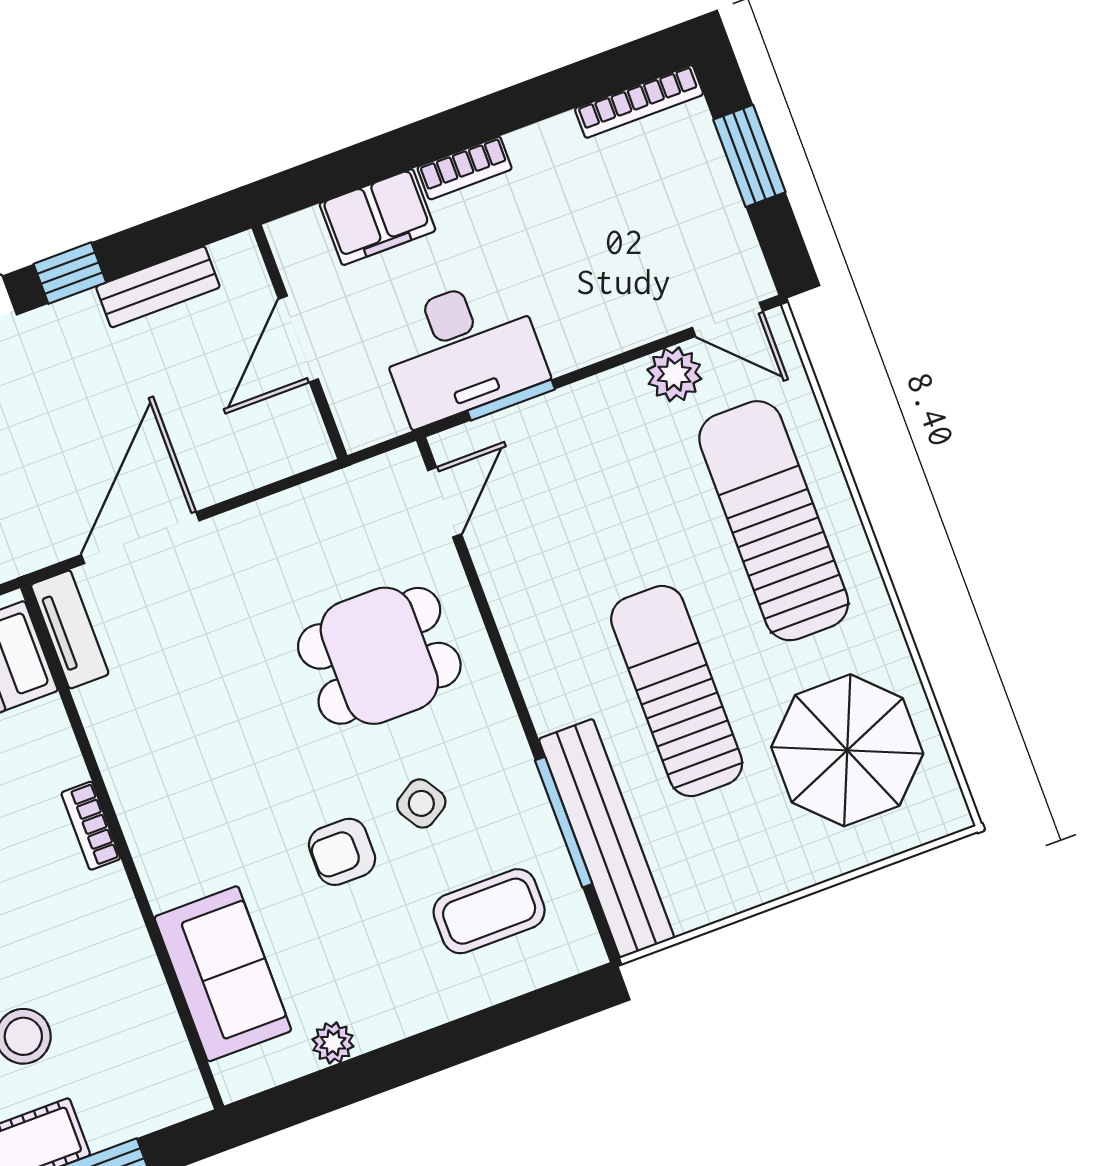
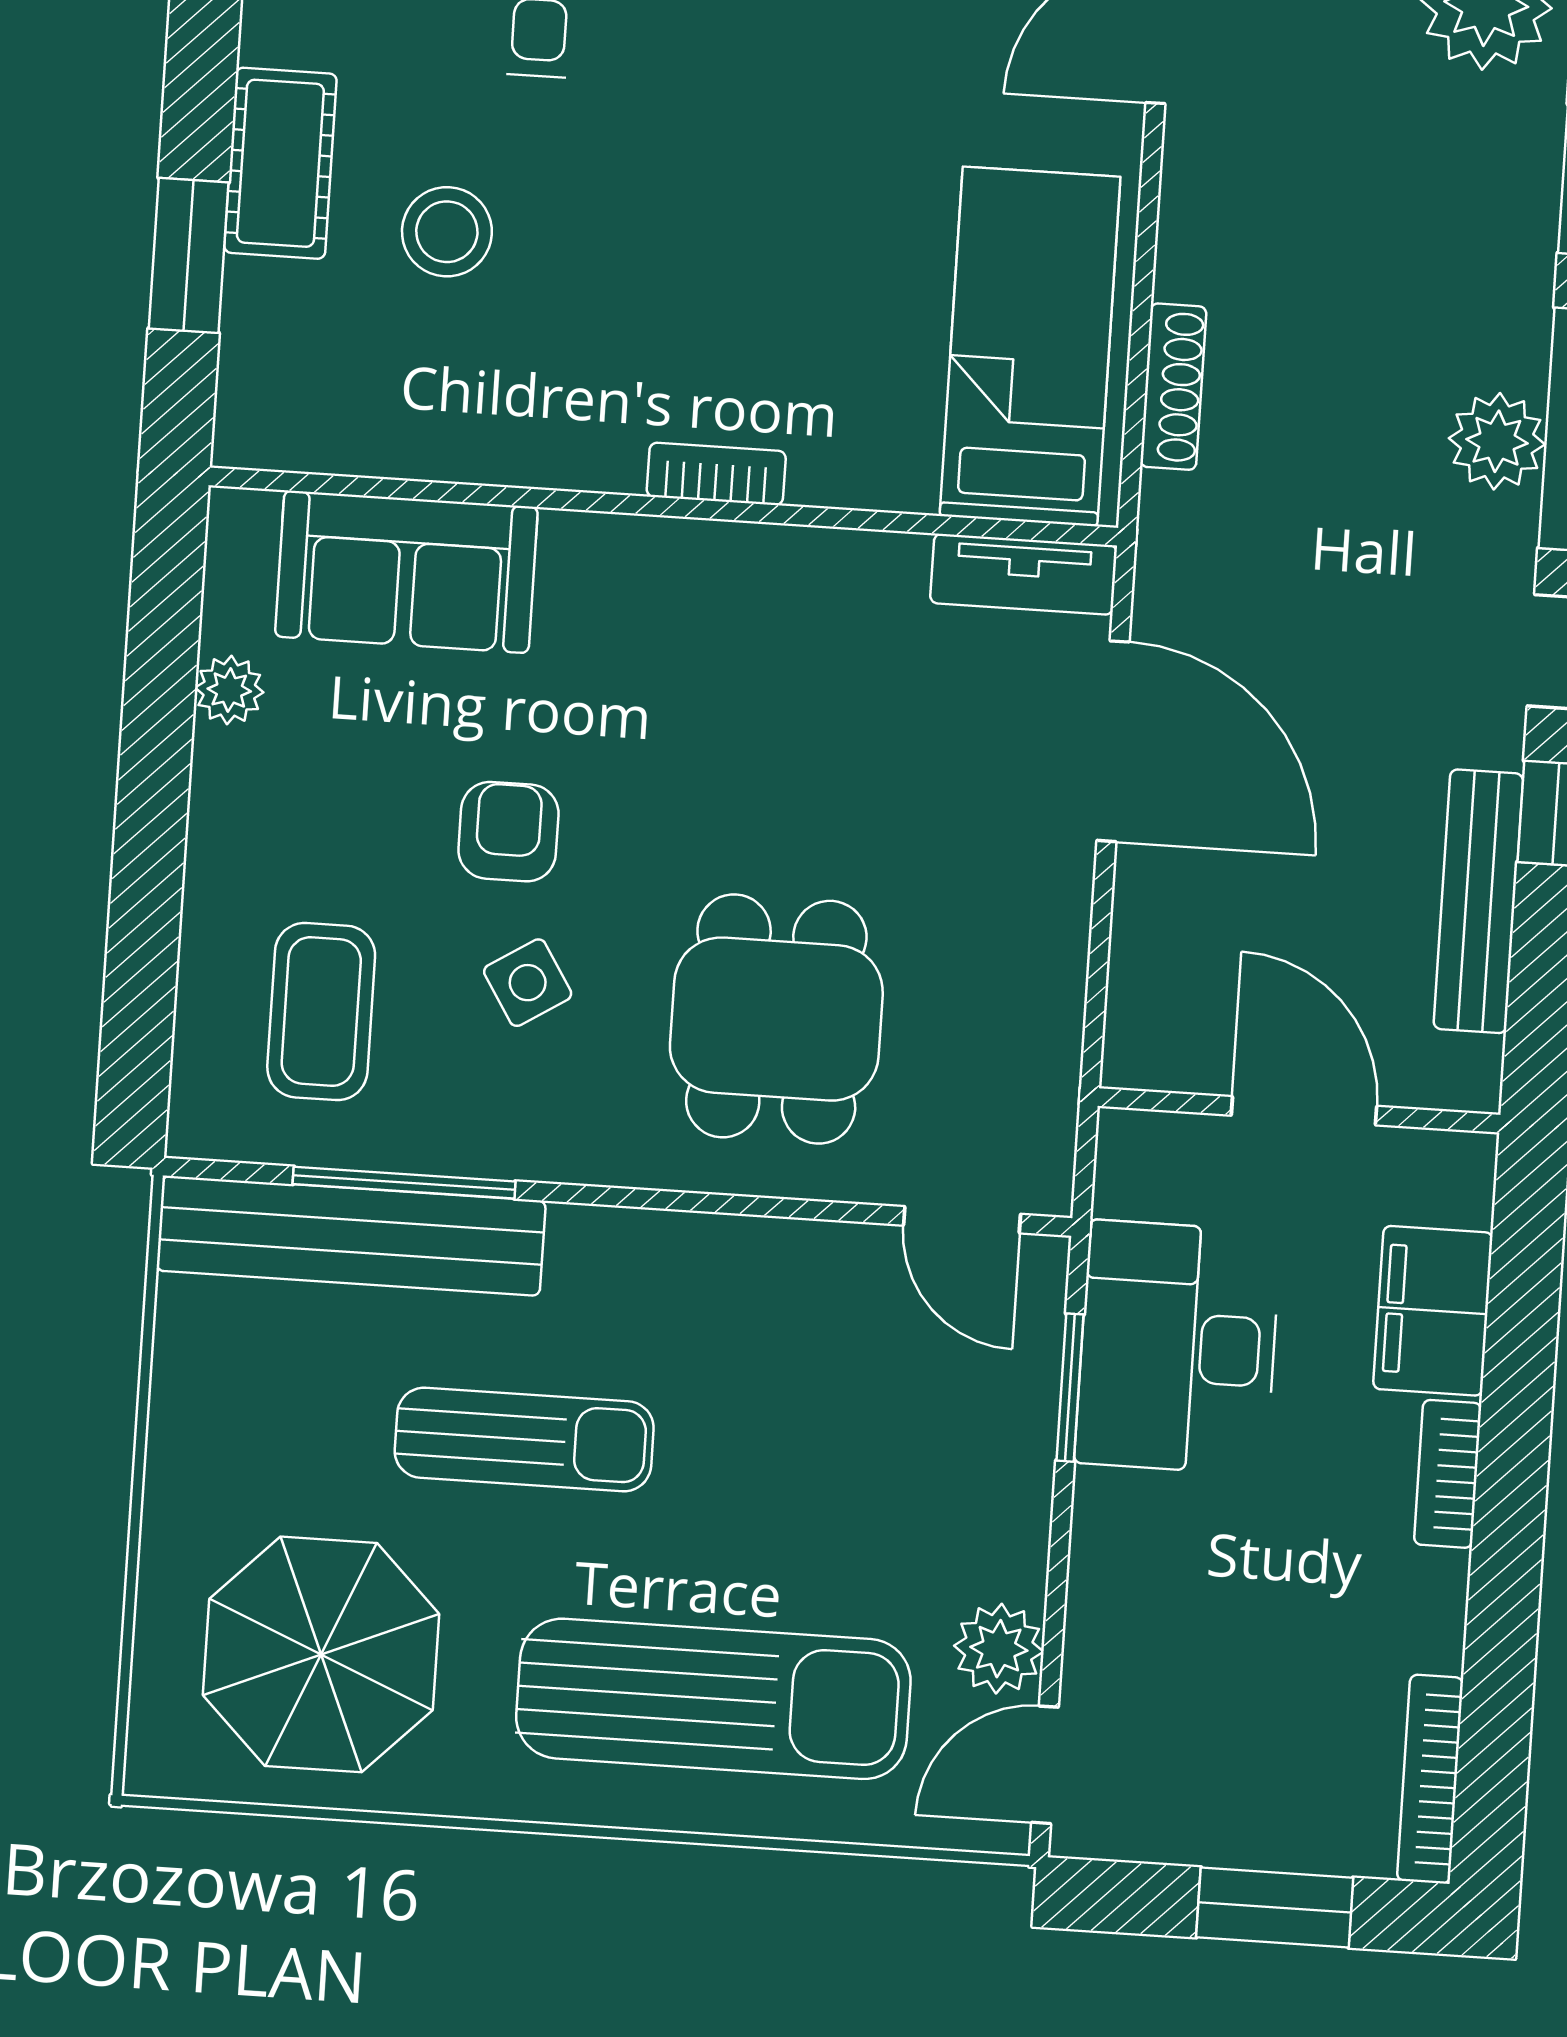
bench: (158, 287) -> (1478, 901), width x1.36
sun lounger: (677, 691) -> (524, 1439), width x0.73, depth x0.75

